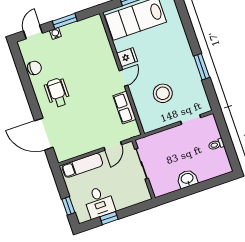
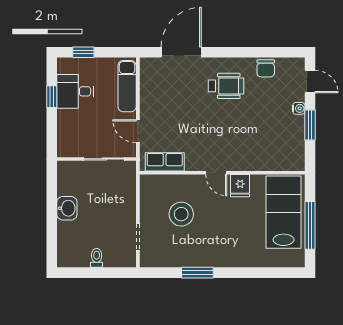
row of seats: (125, 107) -> (165, 162), moved

